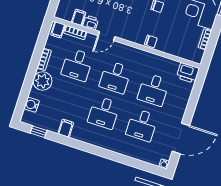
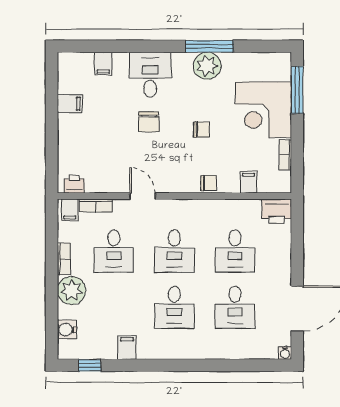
filing cabinet: (79, 17) -> (249, 182), moved
printer: (91, 23) -> (74, 184), moved
door: (106, 36) -> (143, 196), swing flipped

